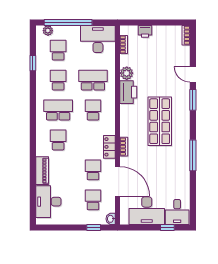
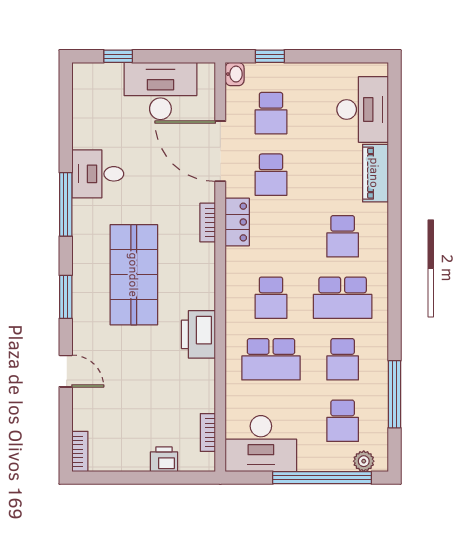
window: (33, 63) -> (394, 394), width x2.17
plant: (127, 73) -> (202, 373), removed
window: (193, 100) -> (66, 297), moved
desk: (177, 212) -> (98, 174), moved, turned -90

